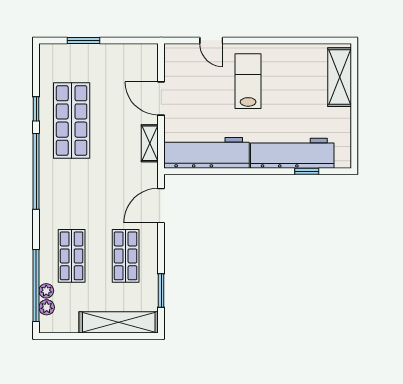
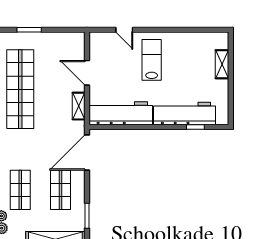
shelving: (340, 77) -> (222, 64), width x0.67, depth x0.75
shop shelf: (72, 121) -> (20, 89), width x1.40
door: (161, 206) -> (87, 152), width x1.36

